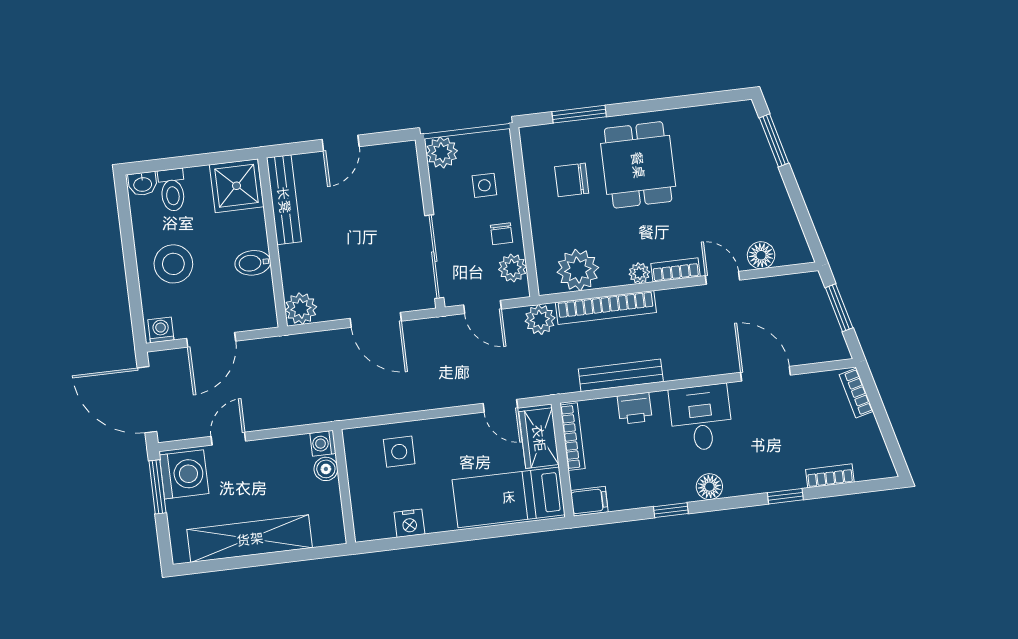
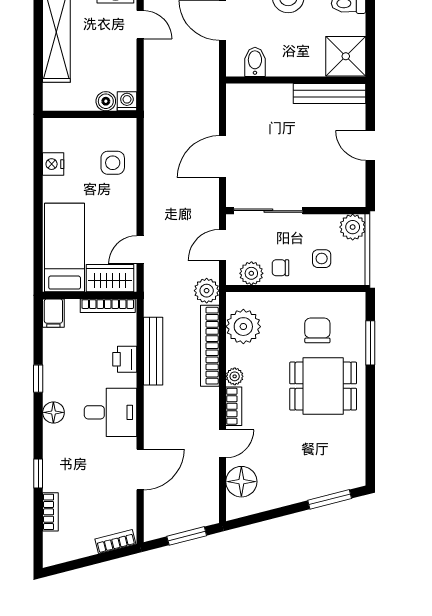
floor lamp: (761, 255) -> (241, 482), width x1.38, depth x1.38
bidet: (253, 263) -> (255, 62), moved
plant: (301, 309) -> (239, 97), removed

